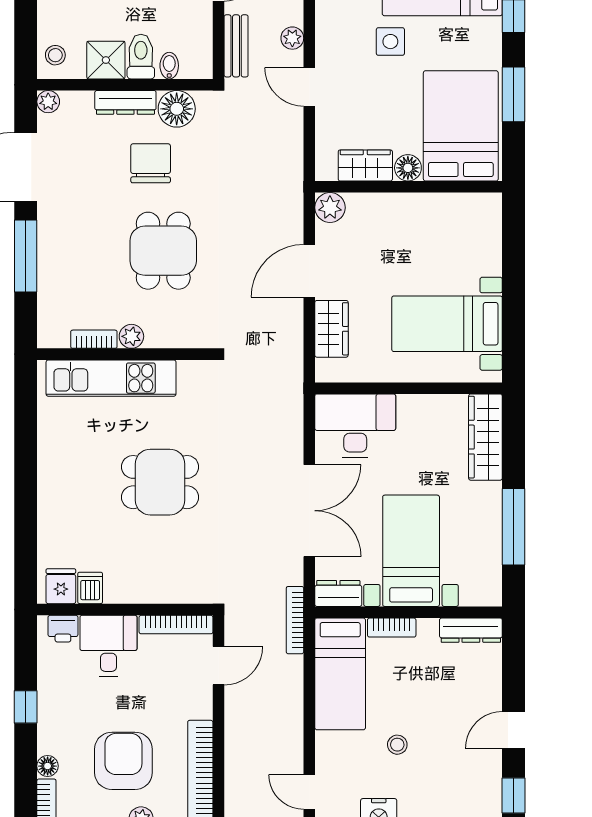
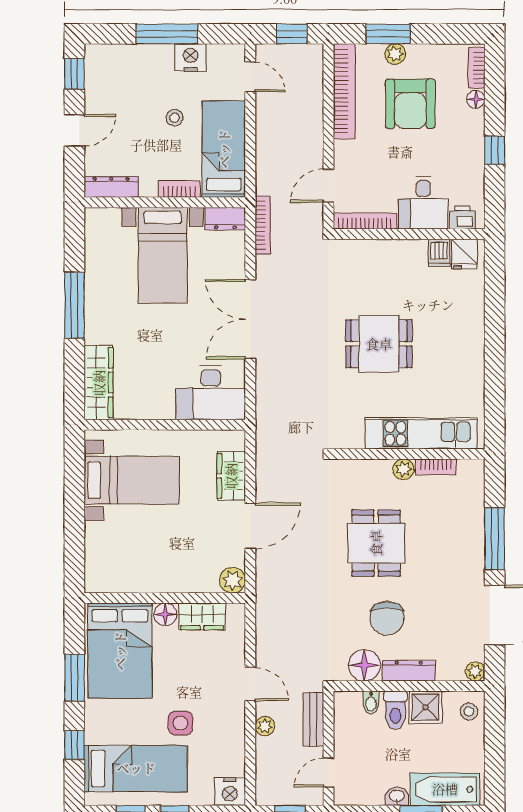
bed with nightstands: (411, 551) -> (163, 255), moved
dresser: (338, 593) -> (225, 219), moved
wall: (409, 612) -> (165, 202), moved
bookcase: (392, 628) -> (179, 189), moved
dresser: (471, 630) -> (111, 187), moved
bed: (340, 674) -> (224, 149), moved

